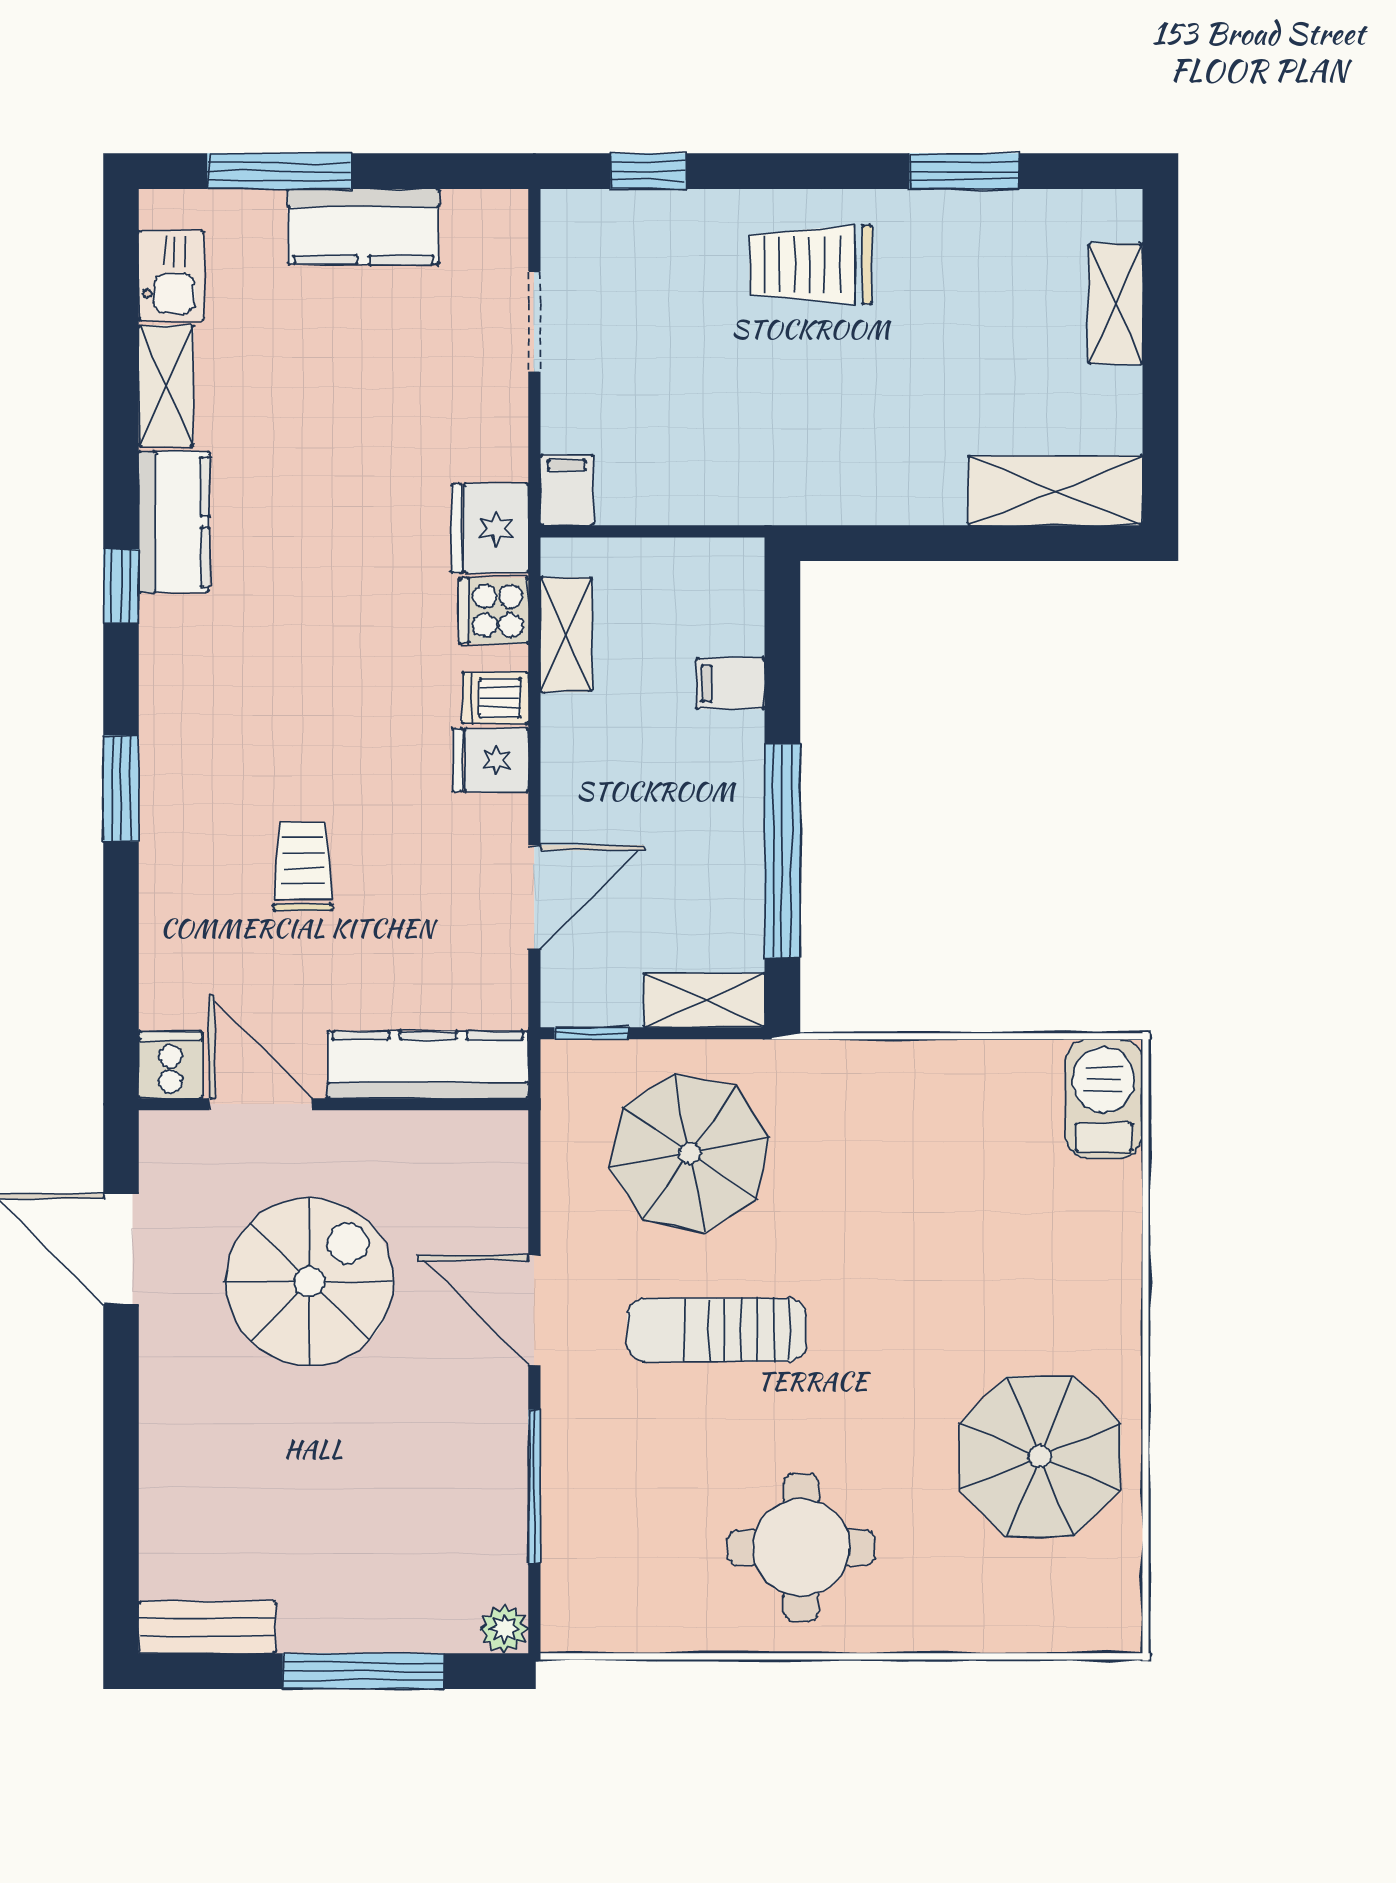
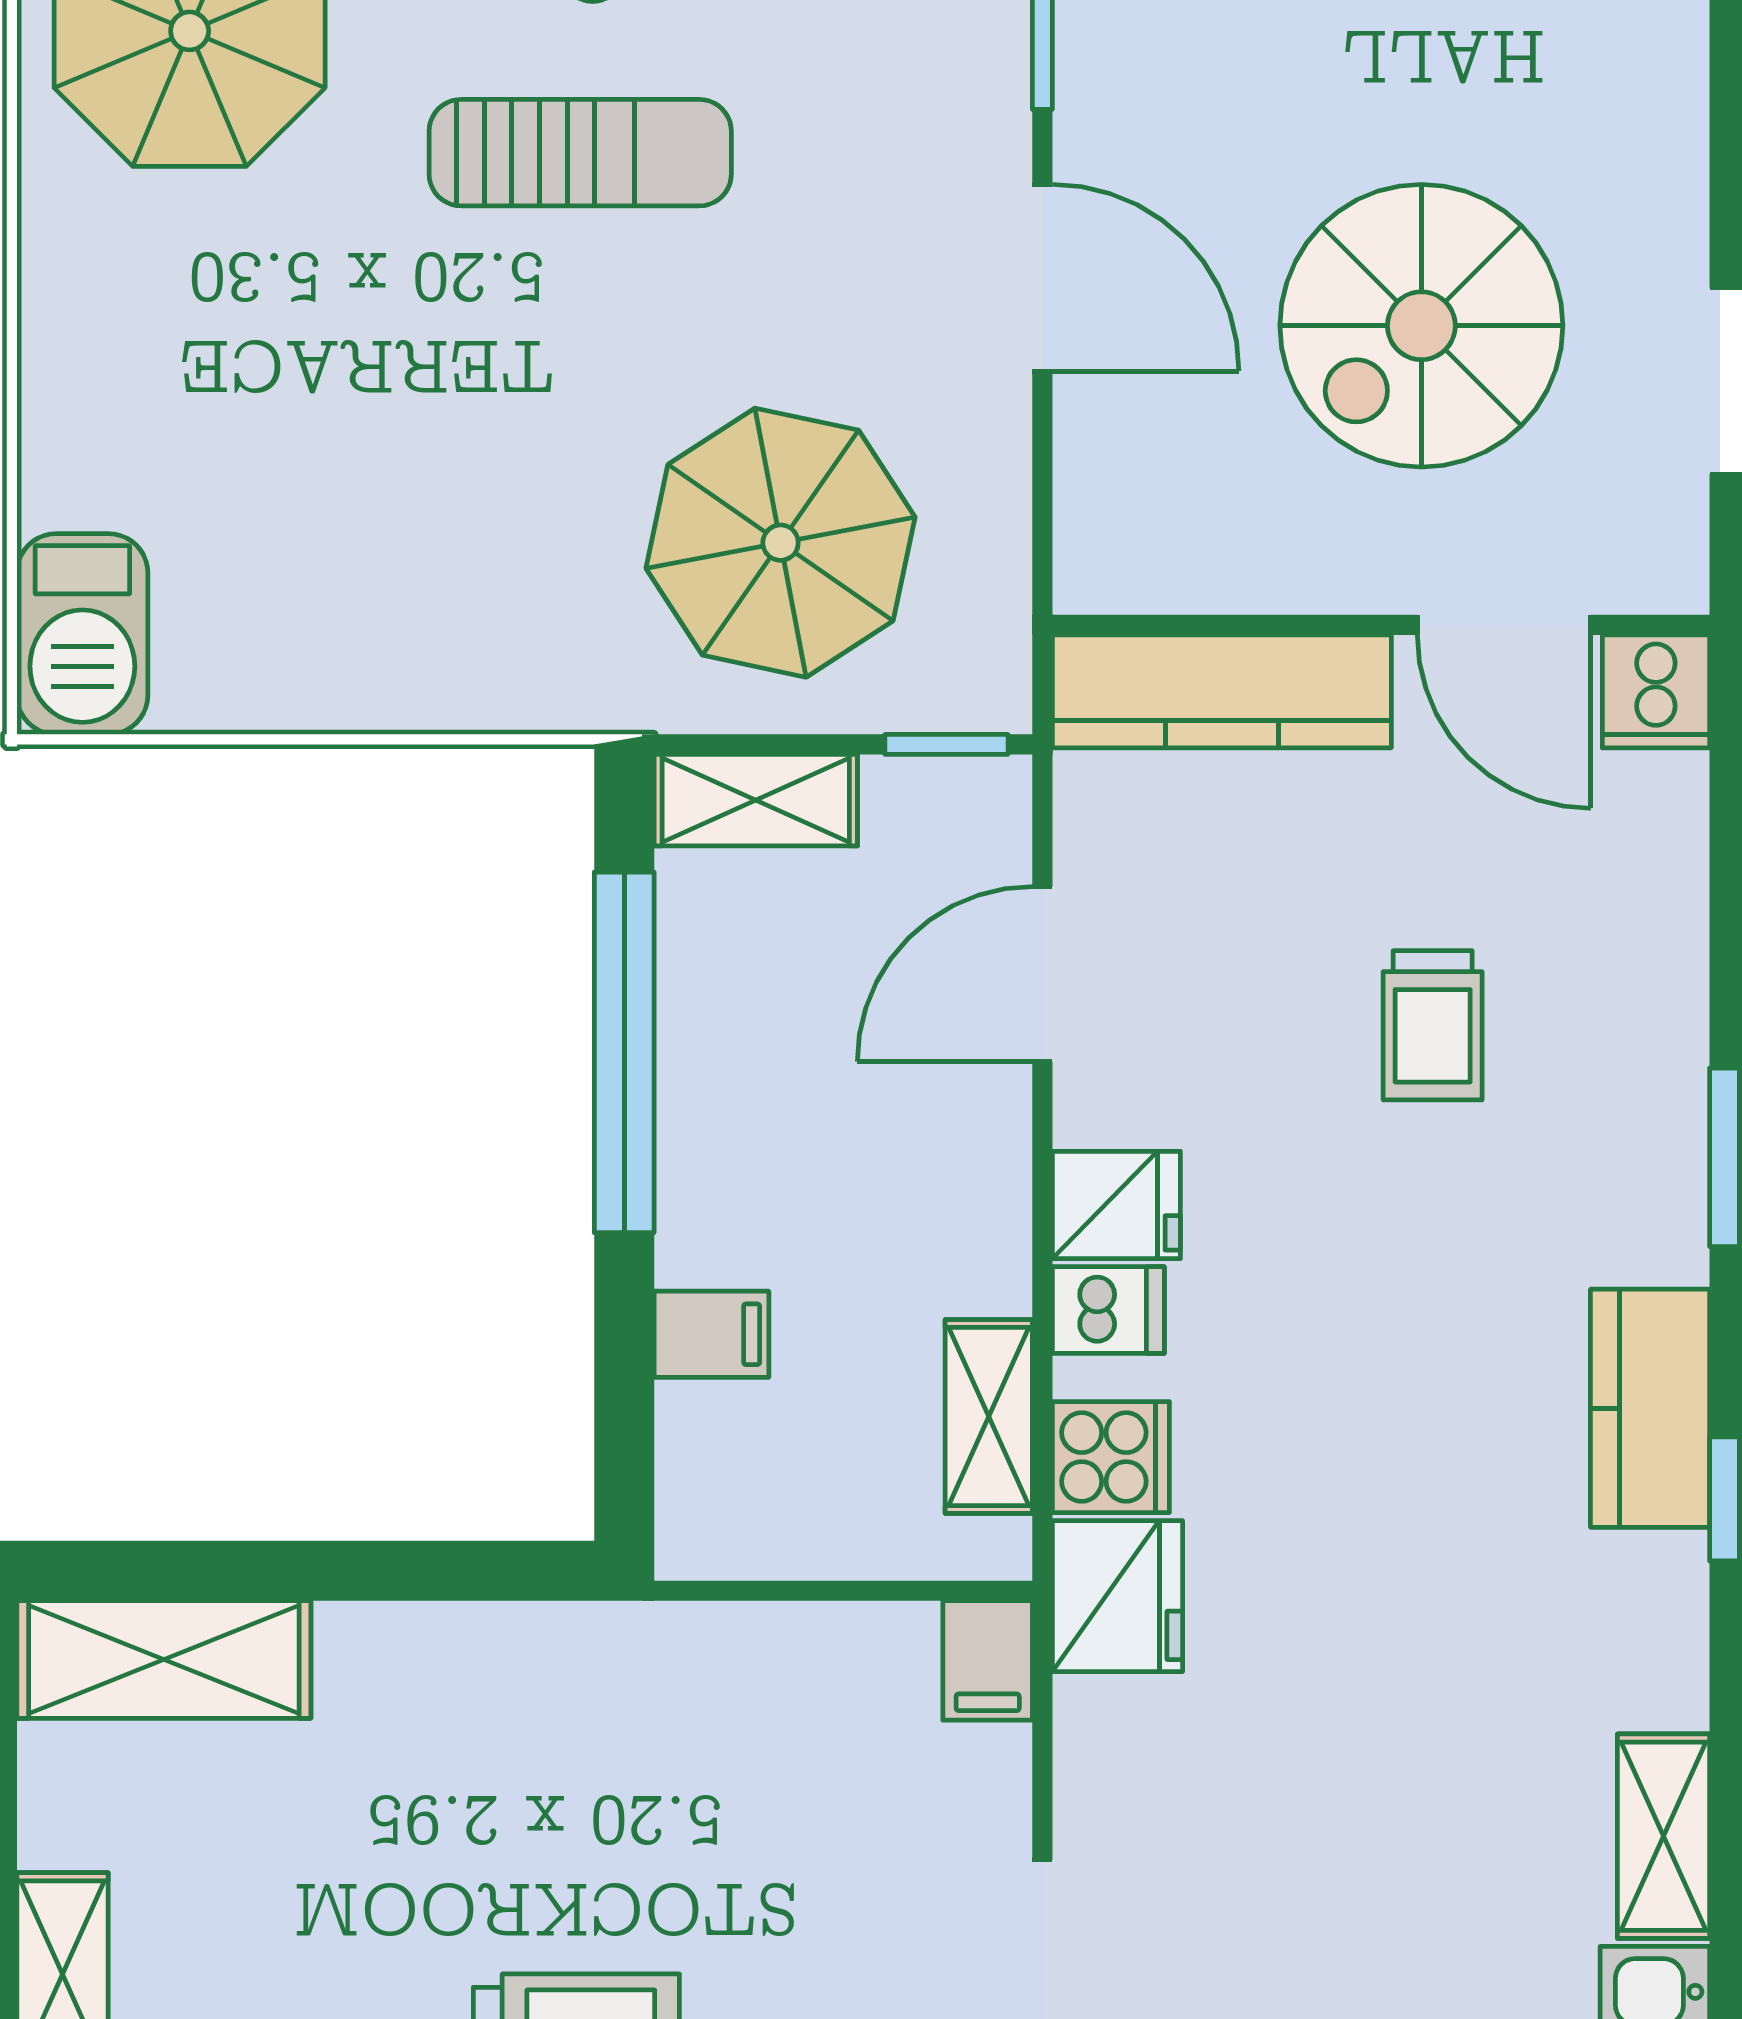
kitchen counter: (174, 522) -> (1650, 1408), moved
sun lounger: (717, 1330) -> (580, 153), moved

